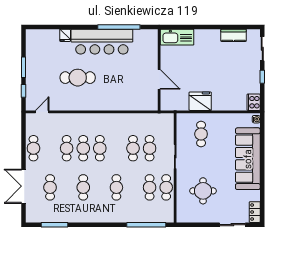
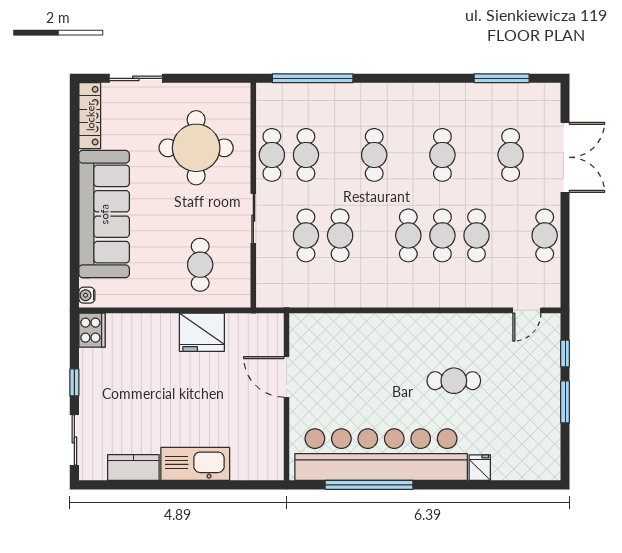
kitchen sink: (177, 37) -> (195, 464), moved
bar counter: (102, 42) -> (381, 455), width x1.36
cafe table: (78, 78) -> (454, 381), width x0.73, depth x0.74
round table: (203, 191) -> (196, 148), width x1.36, depth x1.36
locker: (255, 212) -> (90, 116), width x1.53

